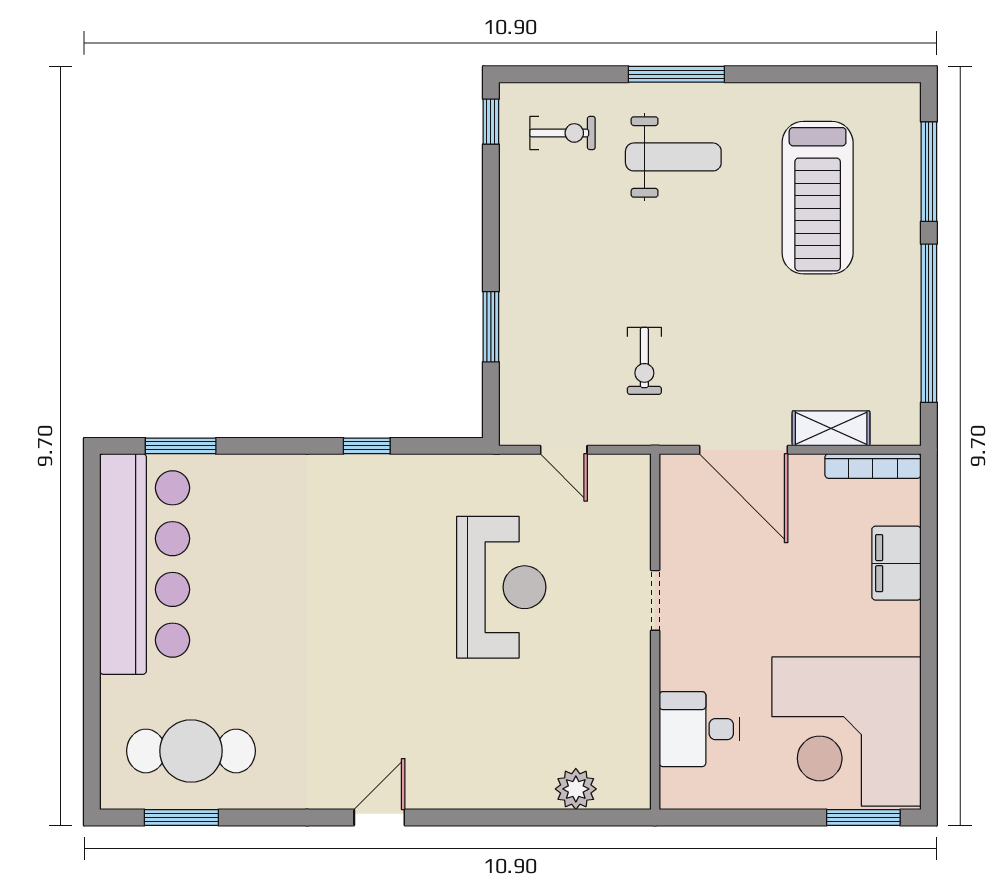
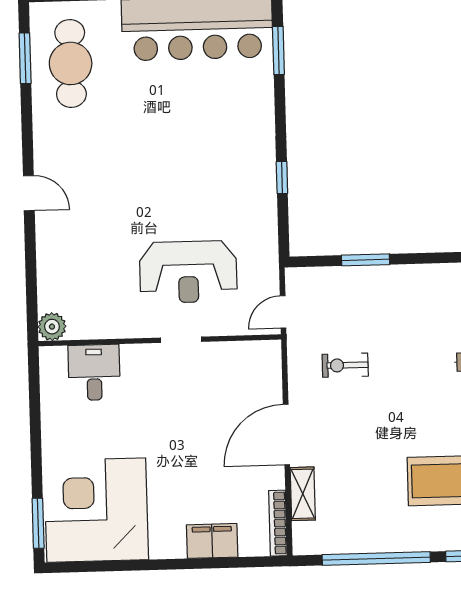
doorway: (655, 600) -> (181, 340), moved
wall: (655, 632) -> (160, 340), moved
desk: (699, 729) -> (94, 372), moved

